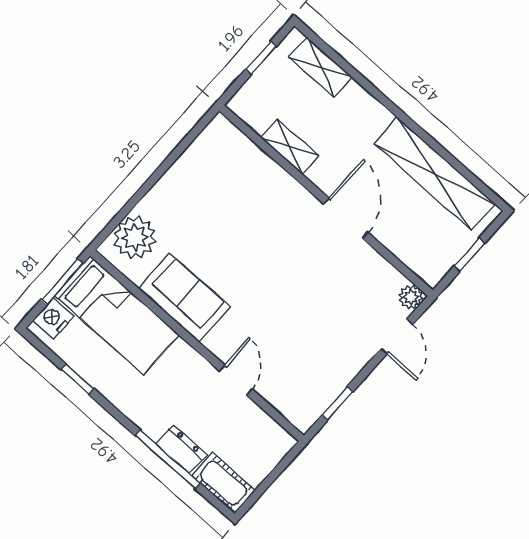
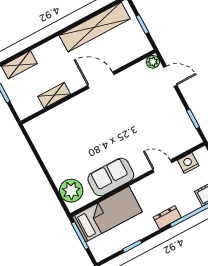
nightstand: (53, 318) -> (188, 163), moved, turned 90
dresser: (181, 449) -> (167, 217), moved

